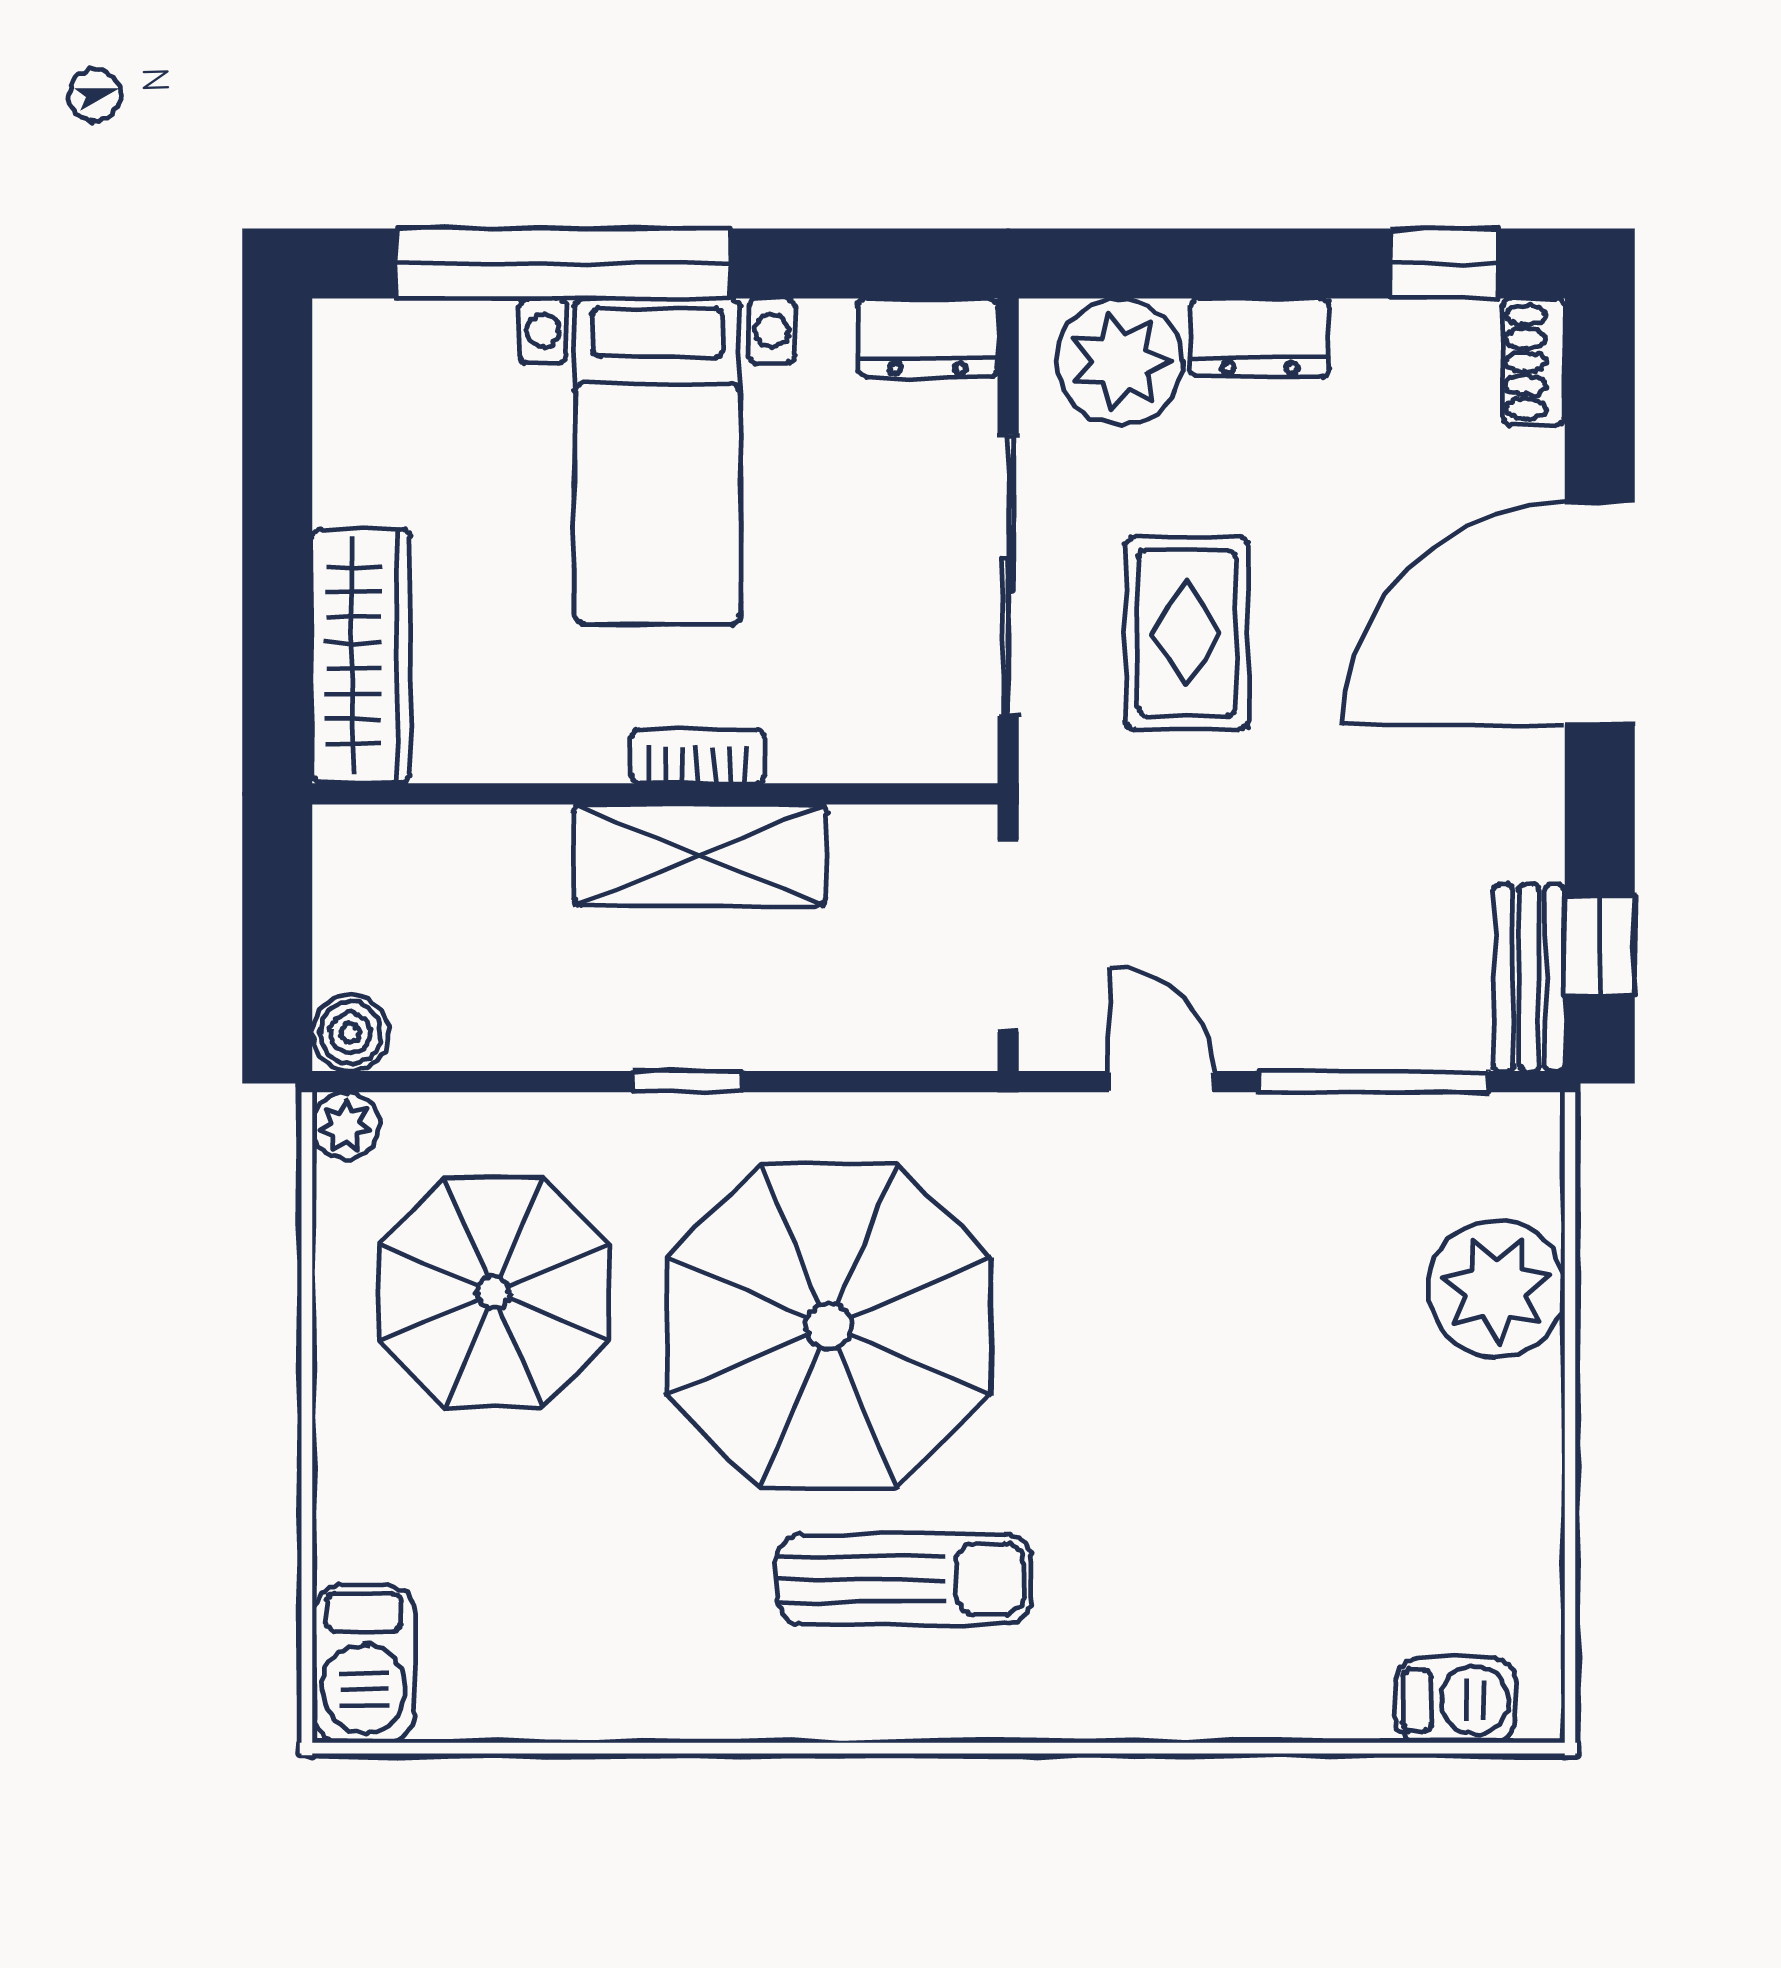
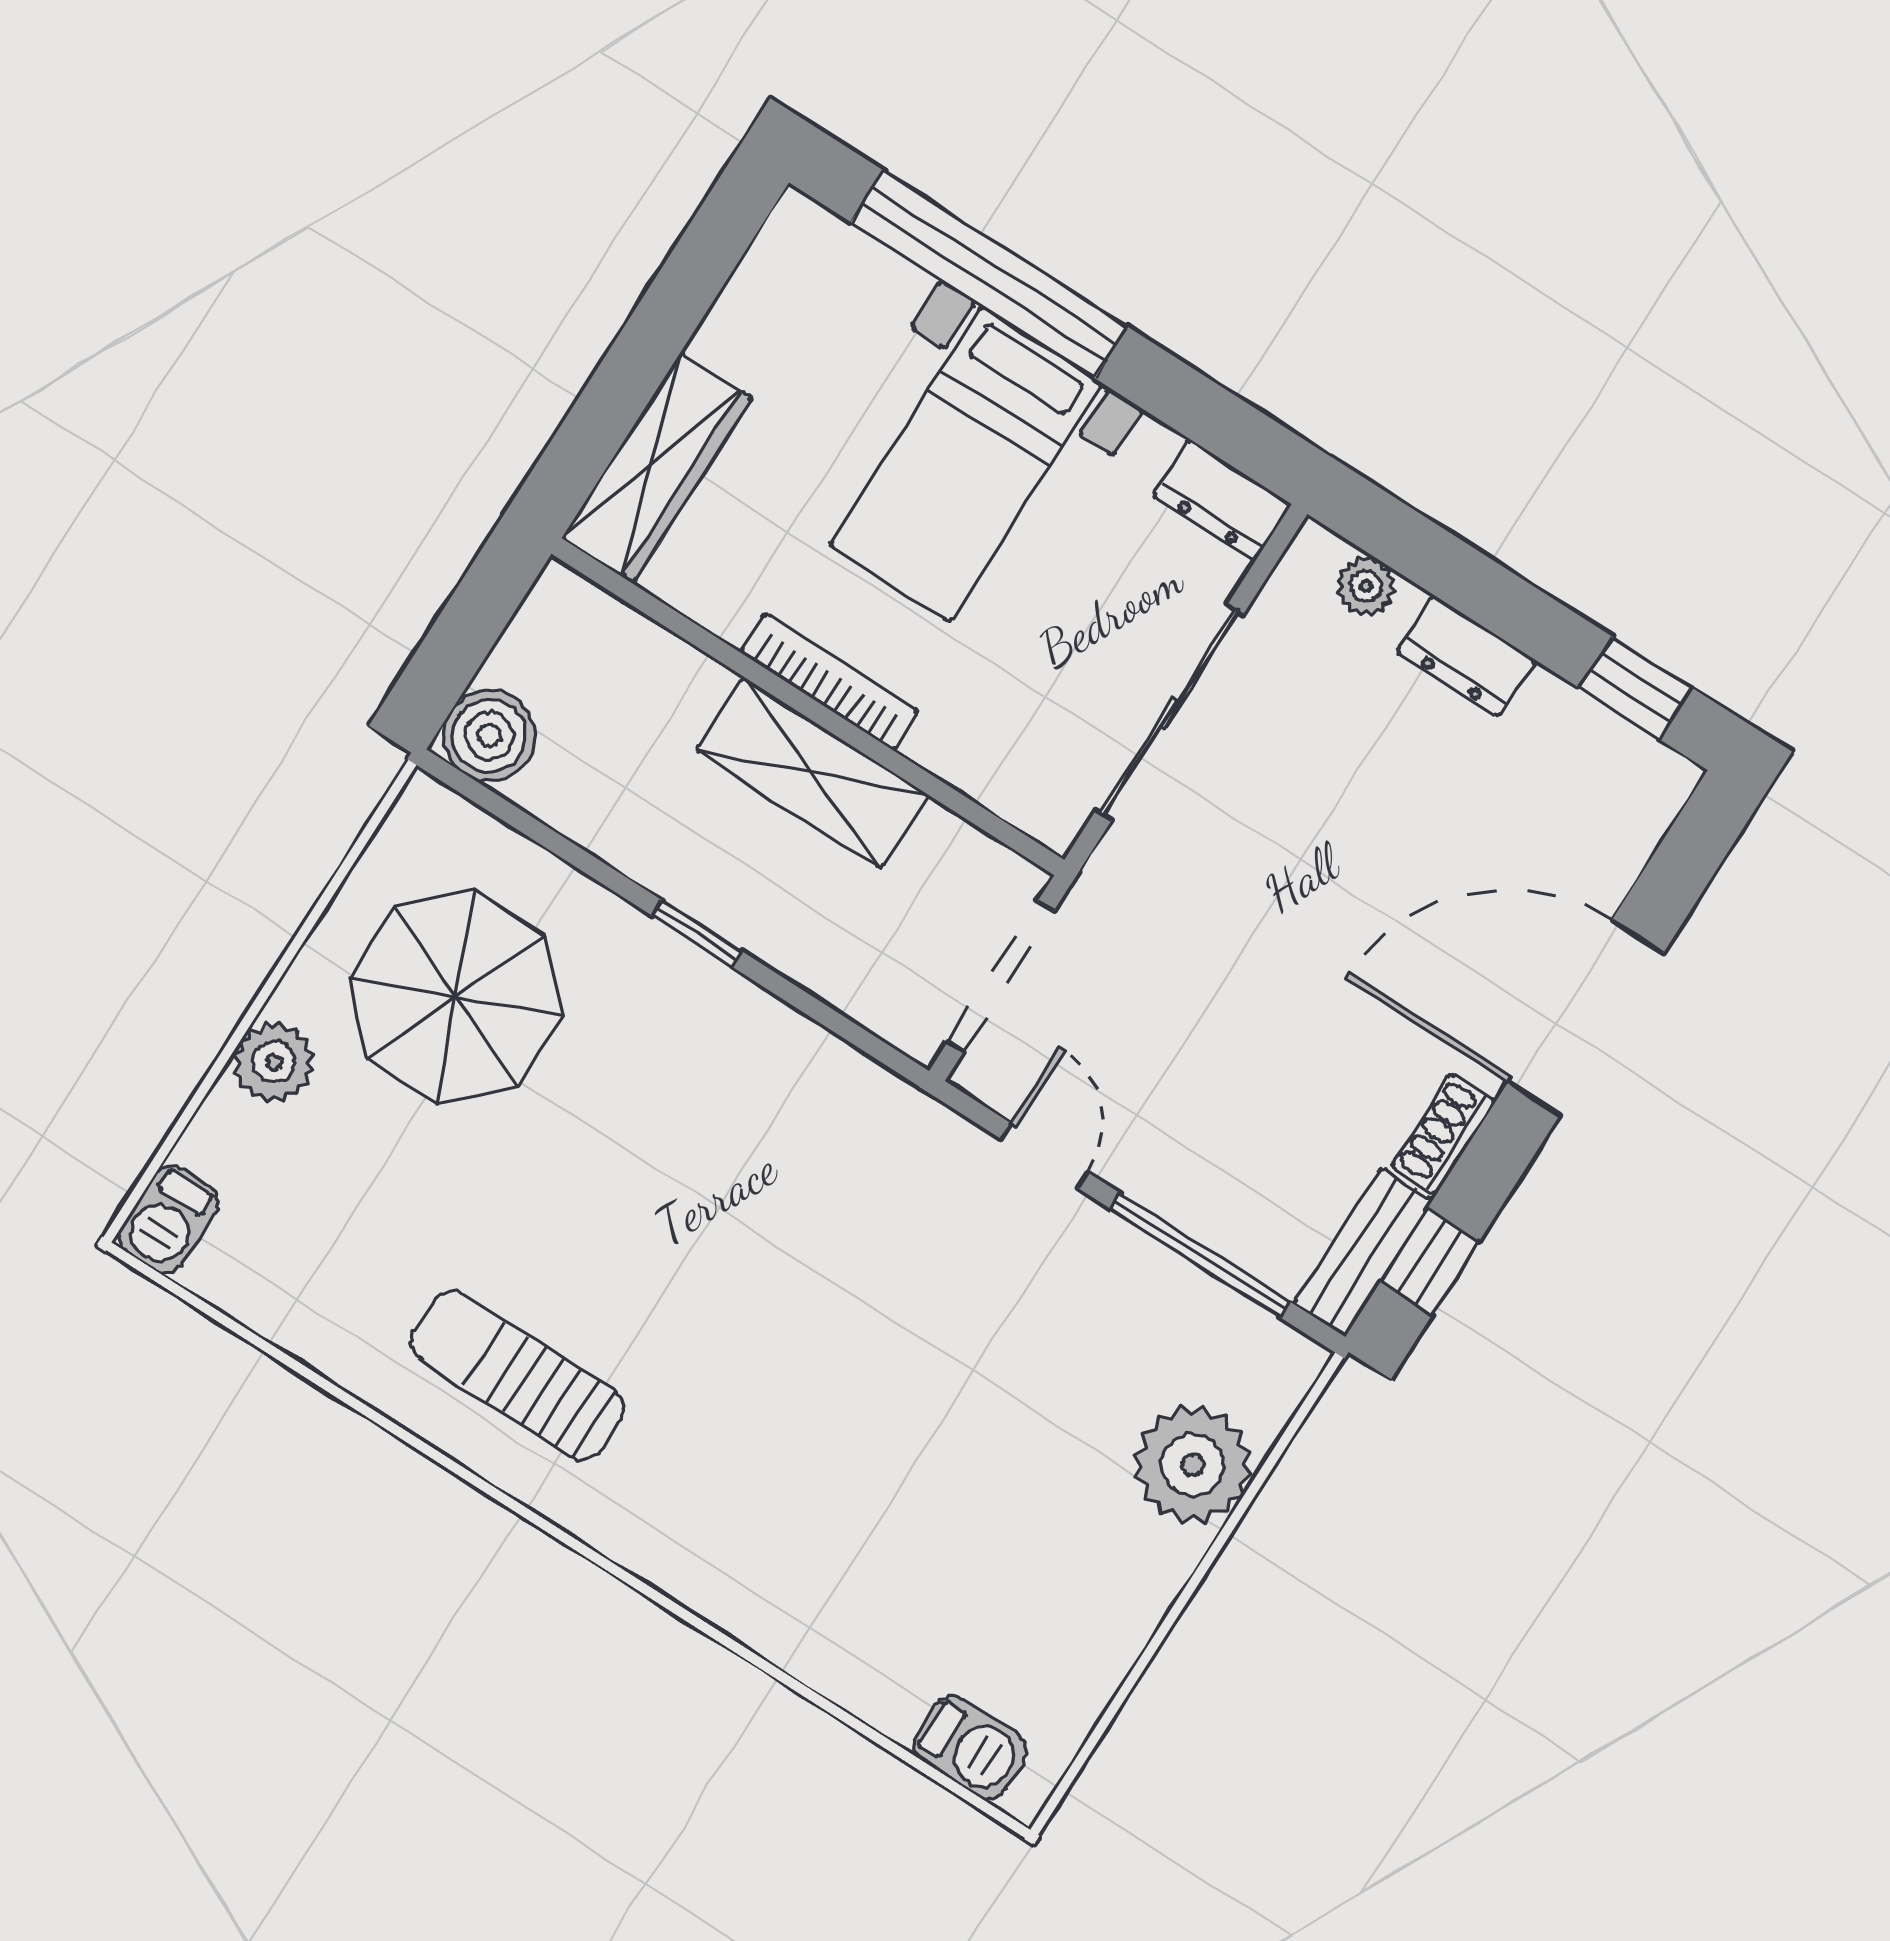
plant: (1120, 361) -> (1366, 586), width x0.53, depth x0.53
shoe rack: (1534, 362) -> (1443, 1134), moved
rug: (1187, 633) -> (1274, 838), removed
bookcase: (698, 756) -> (829, 682), width x1.56
boiler: (350, 1033) -> (489, 736), width x1.36, depth x1.36
plant: (346, 1126) -> (274, 1062), moved, width x1.38, depth x1.38
parasol: (829, 1326) -> (686, 1179), removed
sun lounger: (904, 1579) -> (517, 1375), moved, turned 180
barbecue: (364, 1664) -> (168, 1219), width x0.73, depth x0.79

